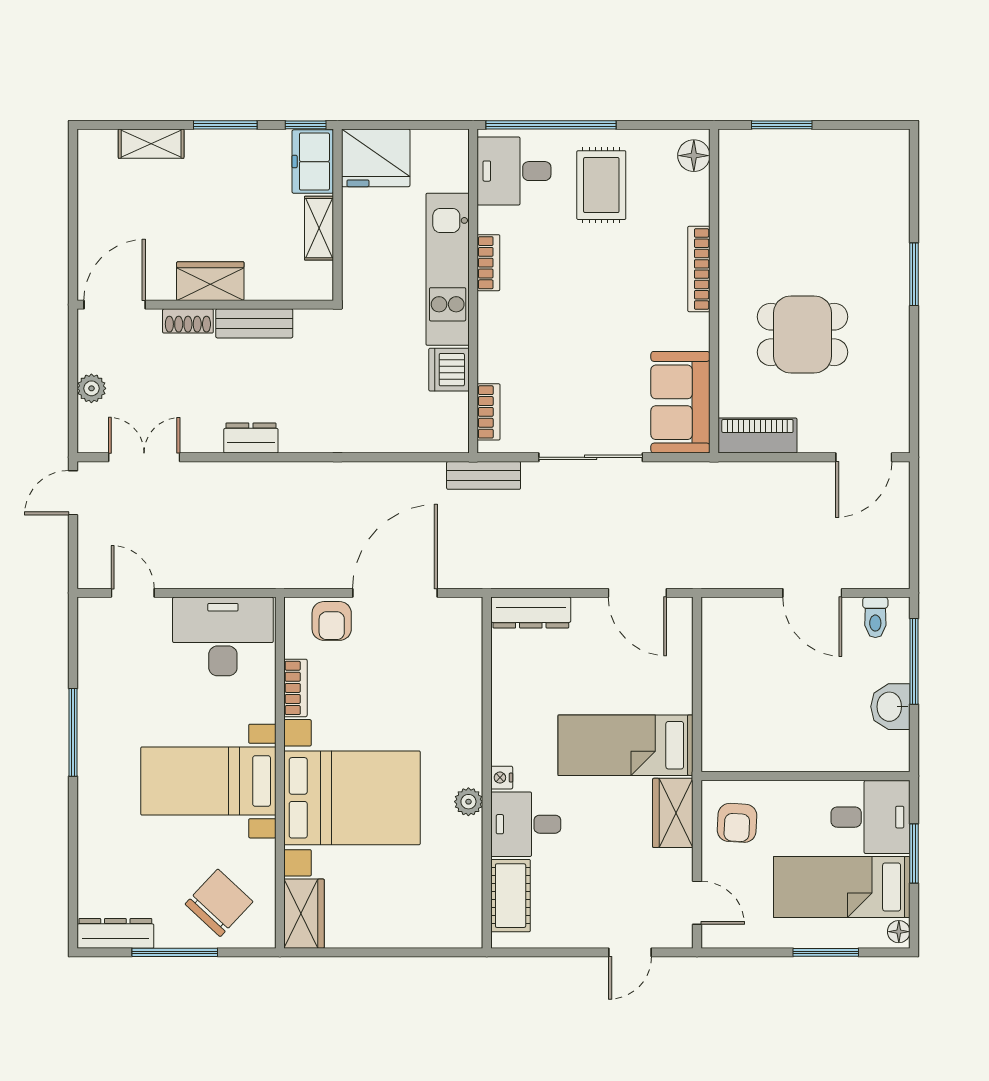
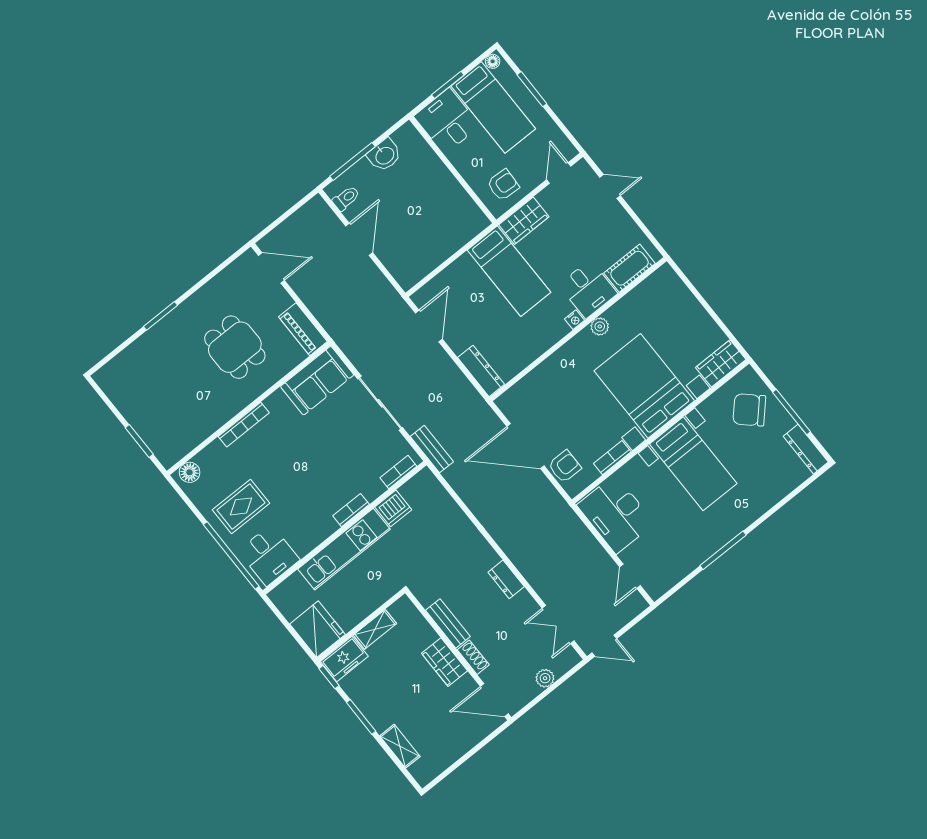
bookcase: (488, 263) -> (351, 510), moved

